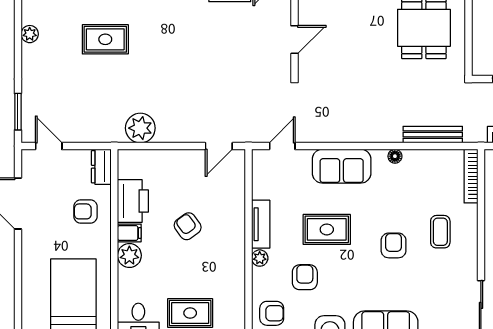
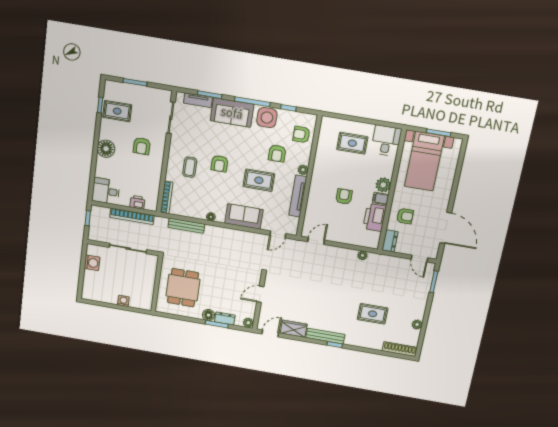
plant: (140, 128) -> (362, 255), width x0.53, depth x0.53
tv unit: (261, 224) -> (298, 196), width x1.41
armchair: (188, 226) -> (344, 197), turned -144

